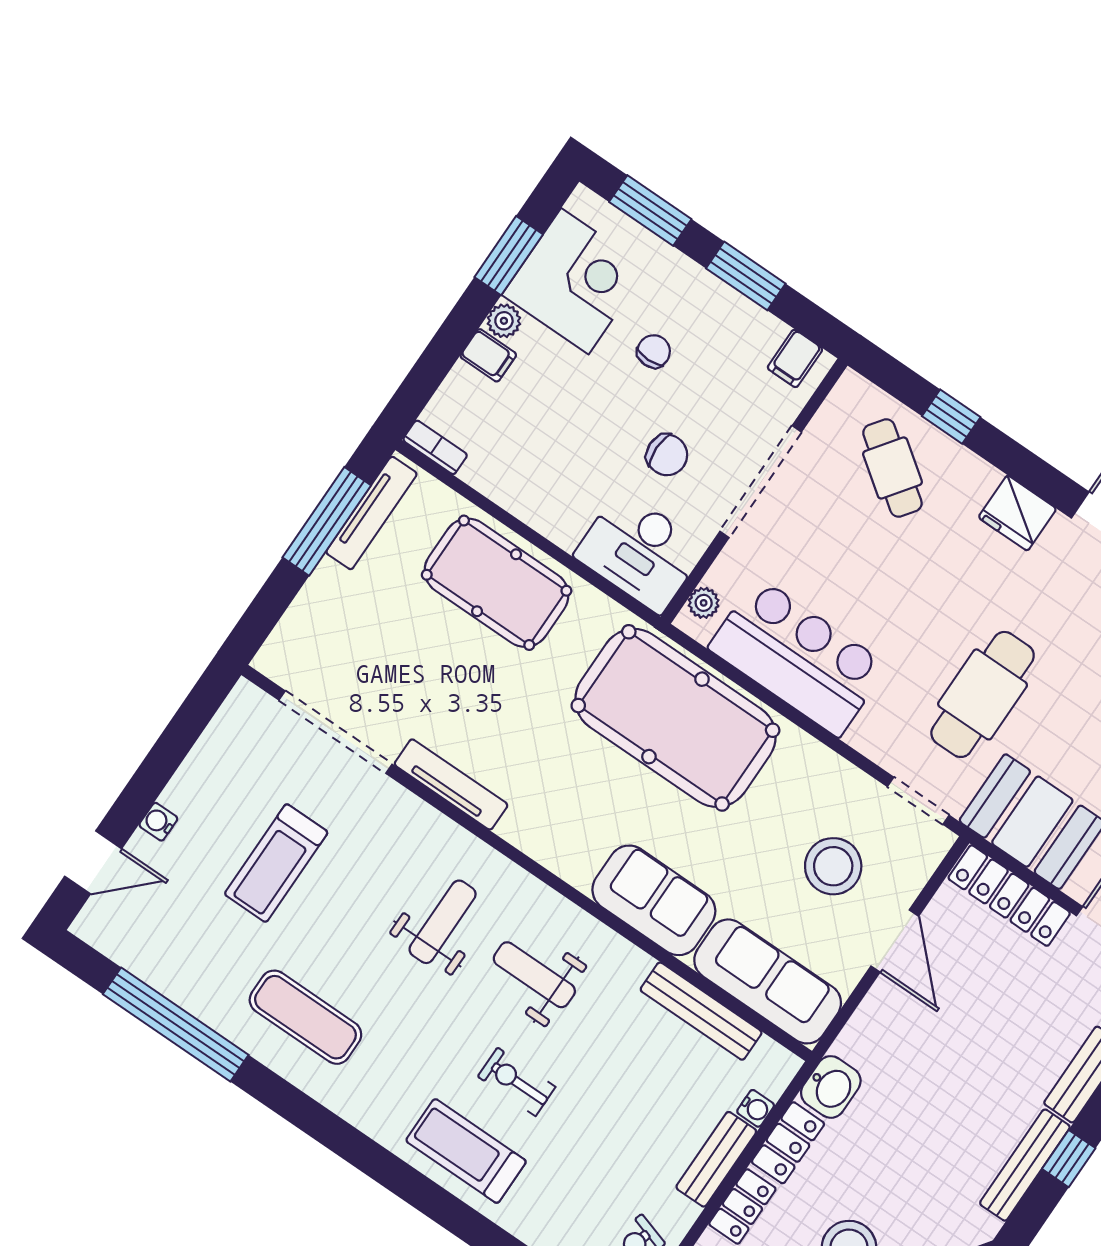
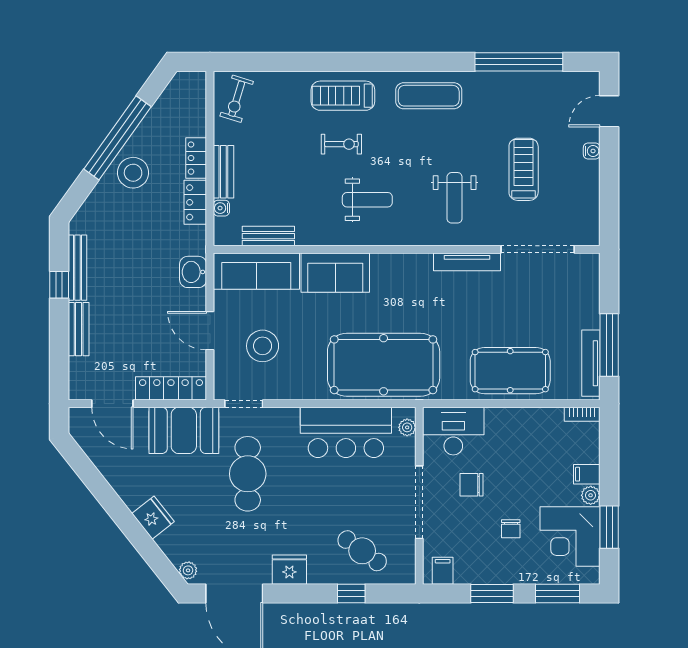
weight bench: (443, 922) -> (455, 198), moved
bench: (701, 1011) -> (268, 236), width x0.73
exercise mat: (305, 1017) -> (429, 96), moved
washbasin: (831, 1087) -> (193, 272), moved
treadmill: (466, 1151) -> (343, 96), turned 180

